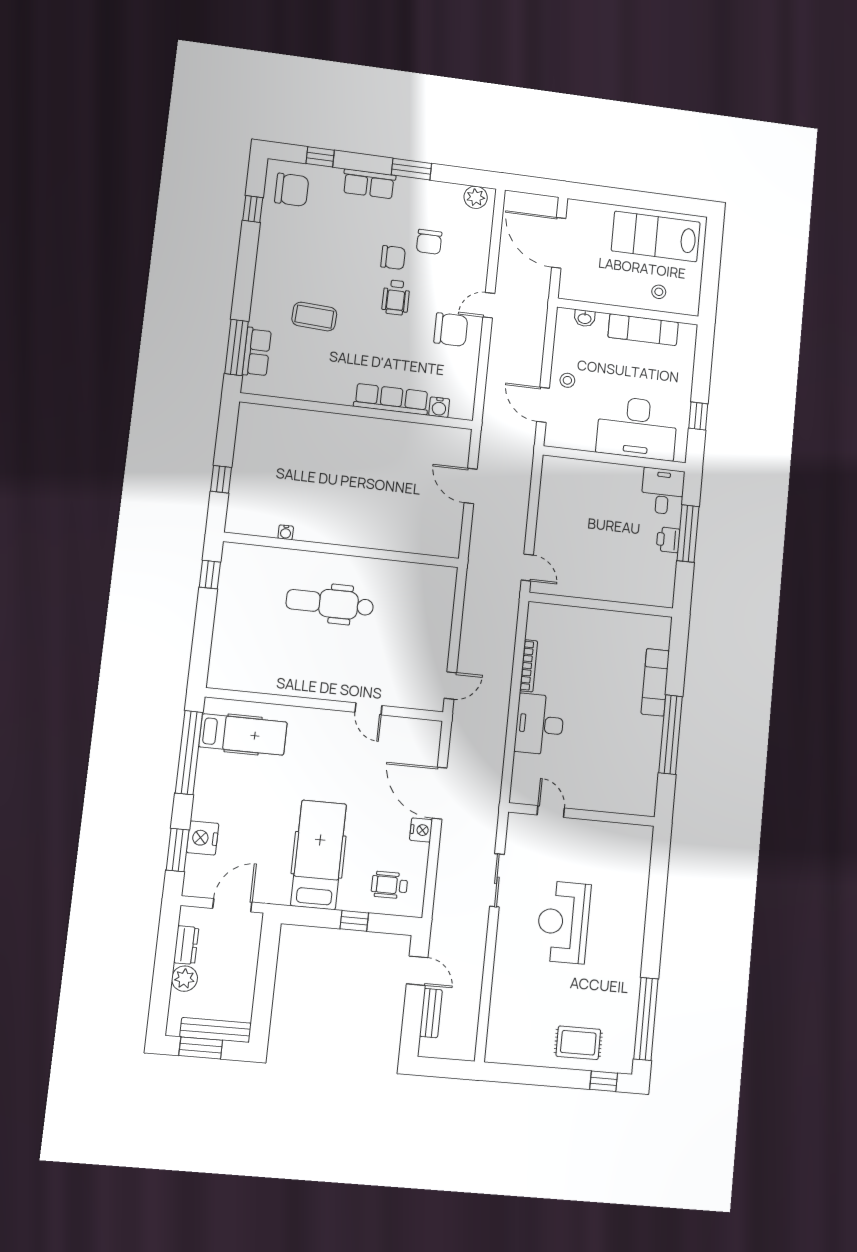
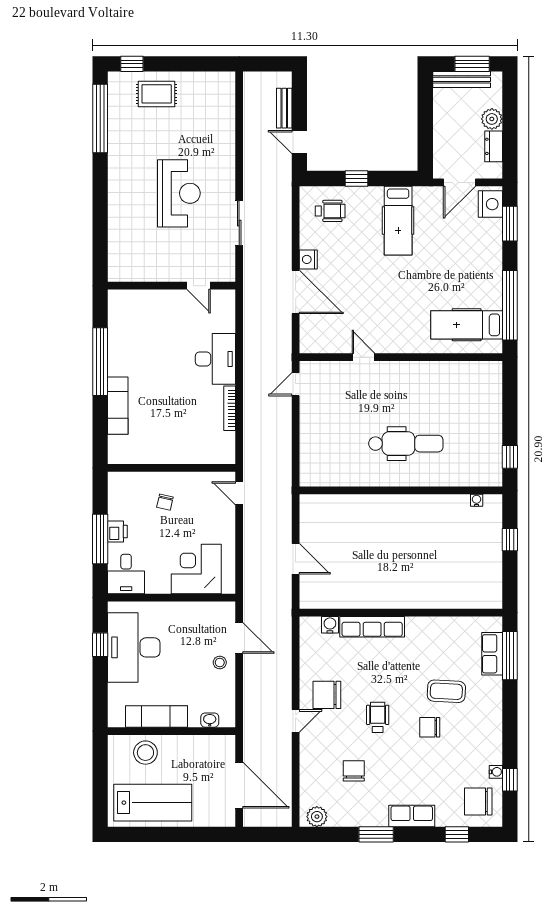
water cooler: (268, 220) -> (496, 772), added
chair: (393, 258) -> (430, 727), moved
stool: (659, 292) -> (145, 753), width x1.89, depth x1.89
desk: (637, 428) -> (134, 647), moved, turned -90
corner desk: (584, 488) -> (196, 569), added
water cooler: (286, 532) -> (477, 500), moved
chair: (612, 567) -> (165, 502), added
nightstand: (203, 838) -> (490, 204), moved
hospital bed: (319, 855) -> (398, 221), width x0.73, depth x0.78

